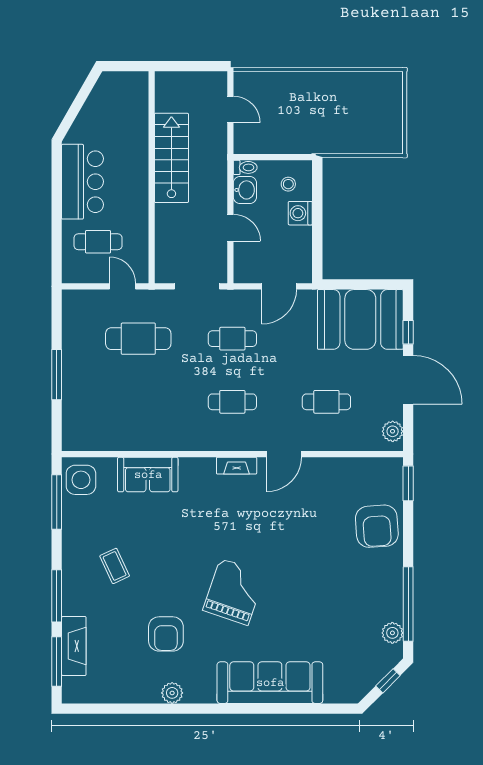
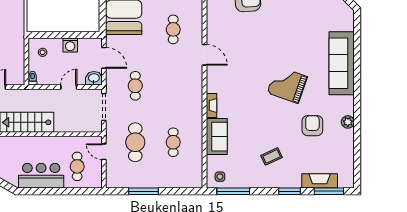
washbasin: (245, 190) -> (94, 78), moved
washing machine: (300, 213) -> (70, 45), moved
door: (123, 286) -> (104, 152), hinge flipped
window: (57, 375) -> (144, 191), moved
cafe table: (232, 402) -> (173, 142), moved
fireplace: (237, 466) -> (211, 105), moved
side table: (81, 480) -> (220, 177), width x0.54, depth x0.54
window: (57, 596) -> (290, 191), width x0.69
armchair: (166, 634) -> (312, 126), turned -90

